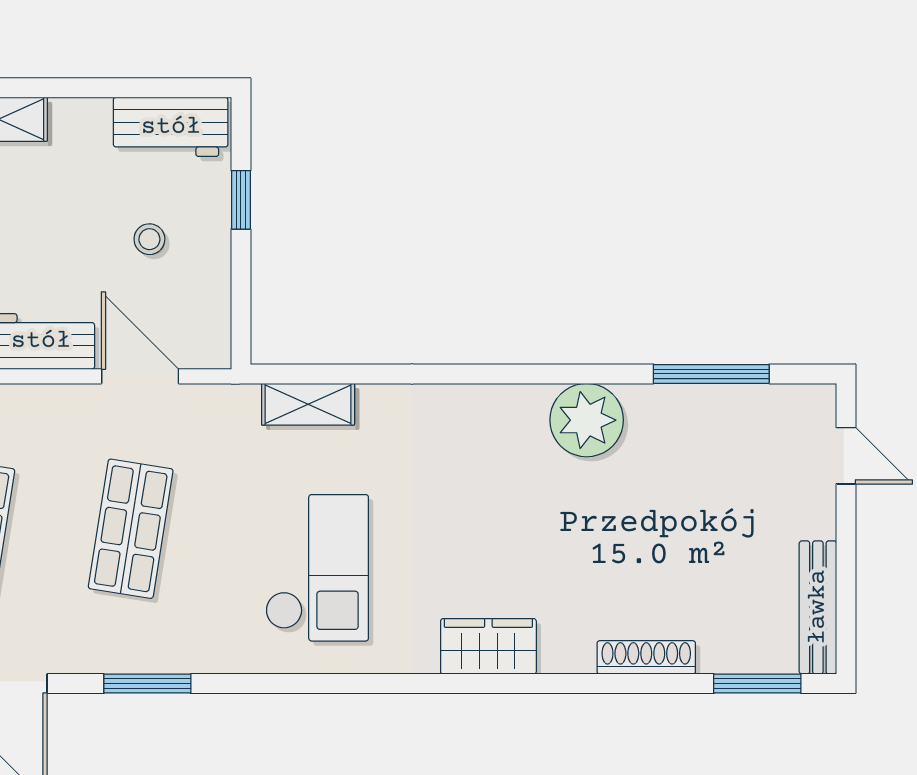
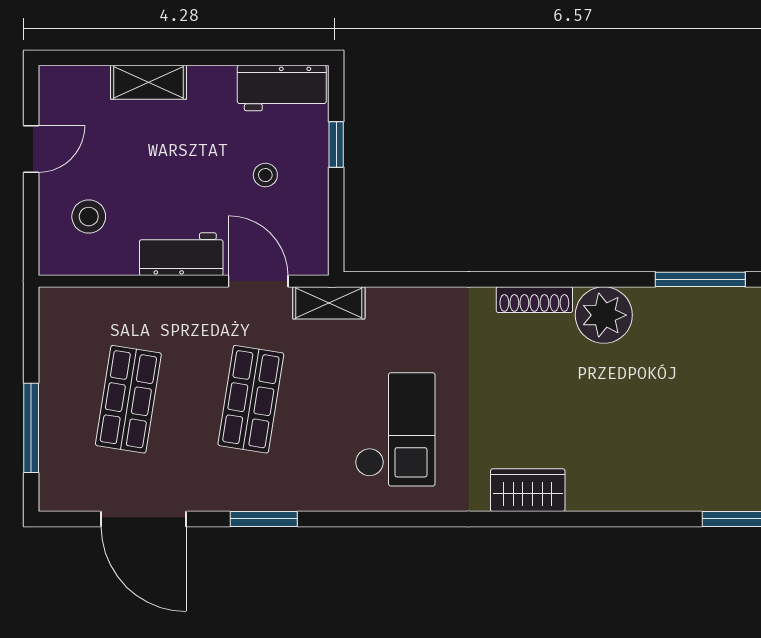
shelving: (308, 404) -> (329, 303), moved
shoe rack: (646, 657) -> (534, 300), moved, turned 180

